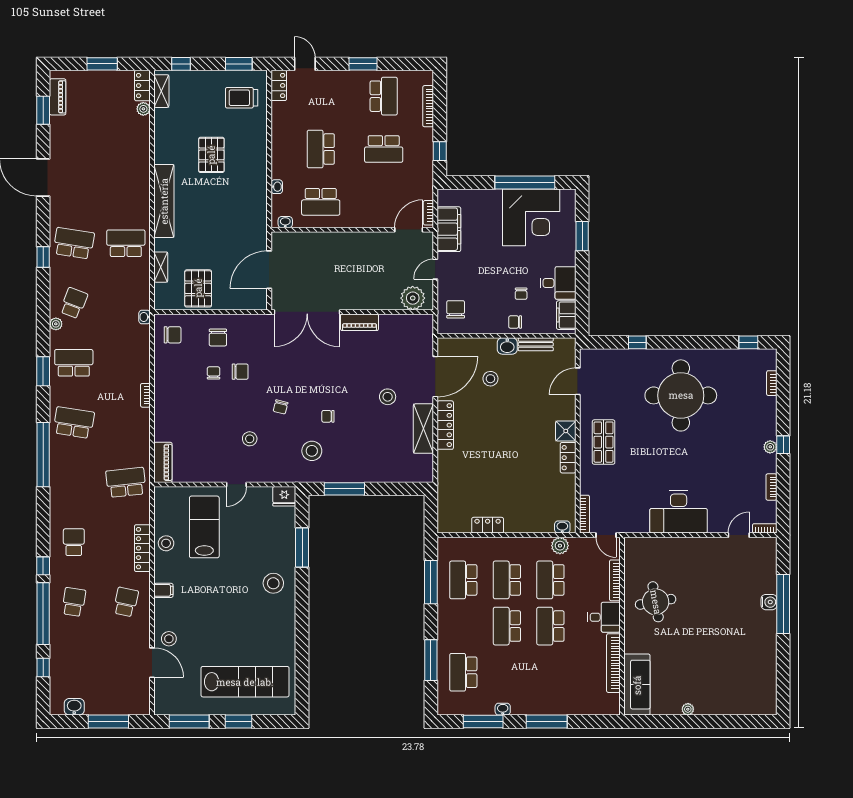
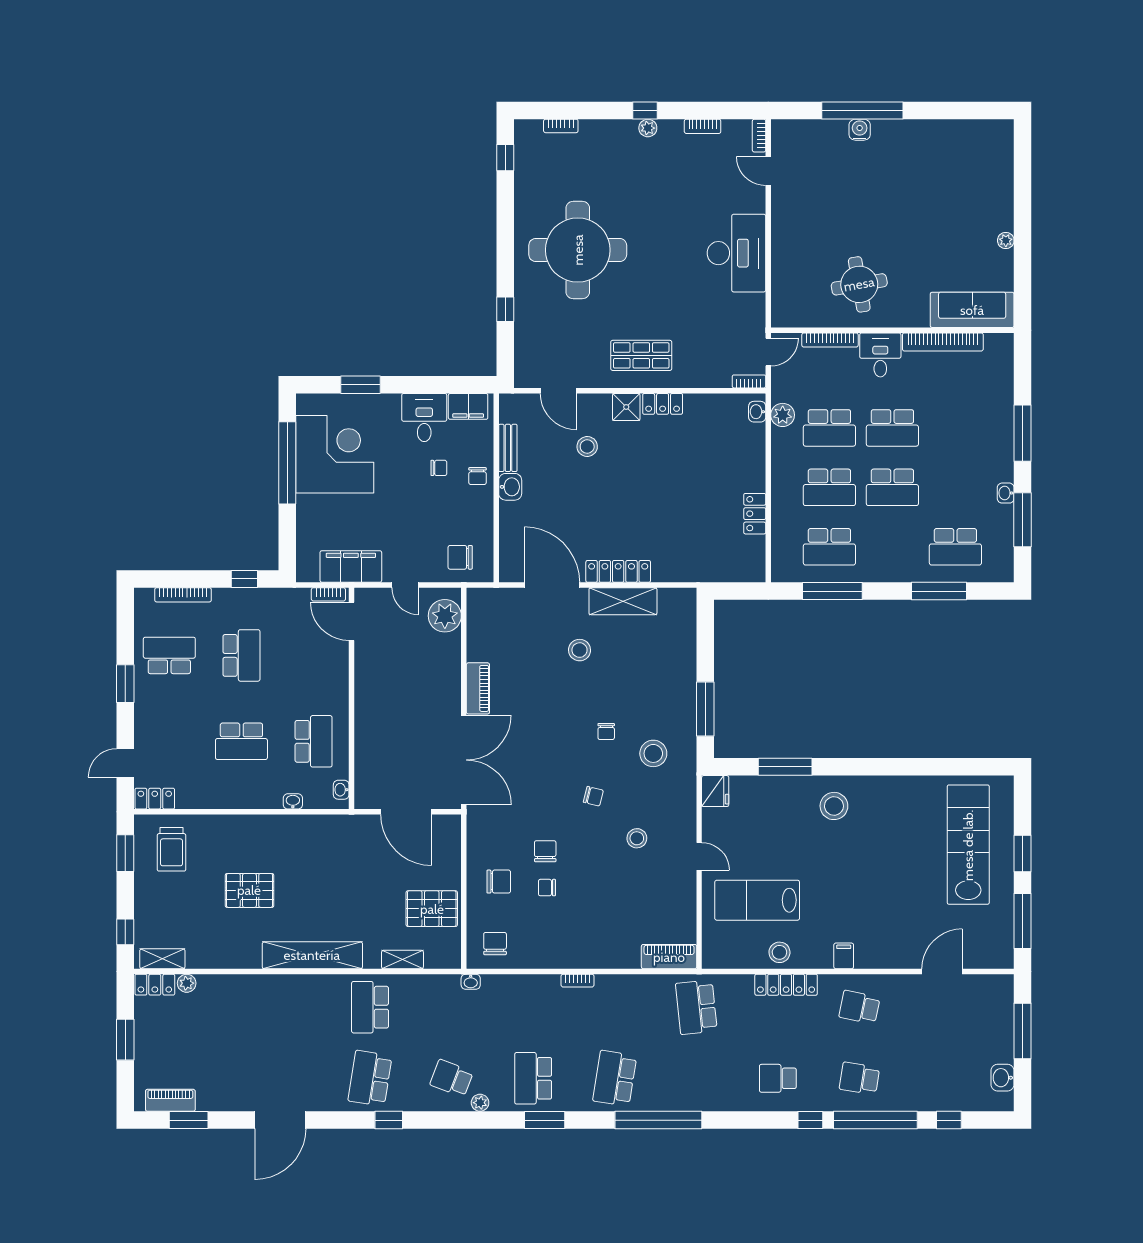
stool: (490, 379) -> (587, 447), moved
bookcase: (584, 514) -> (749, 381), width x0.64
stool: (169, 639) -> (910, 948), removed

